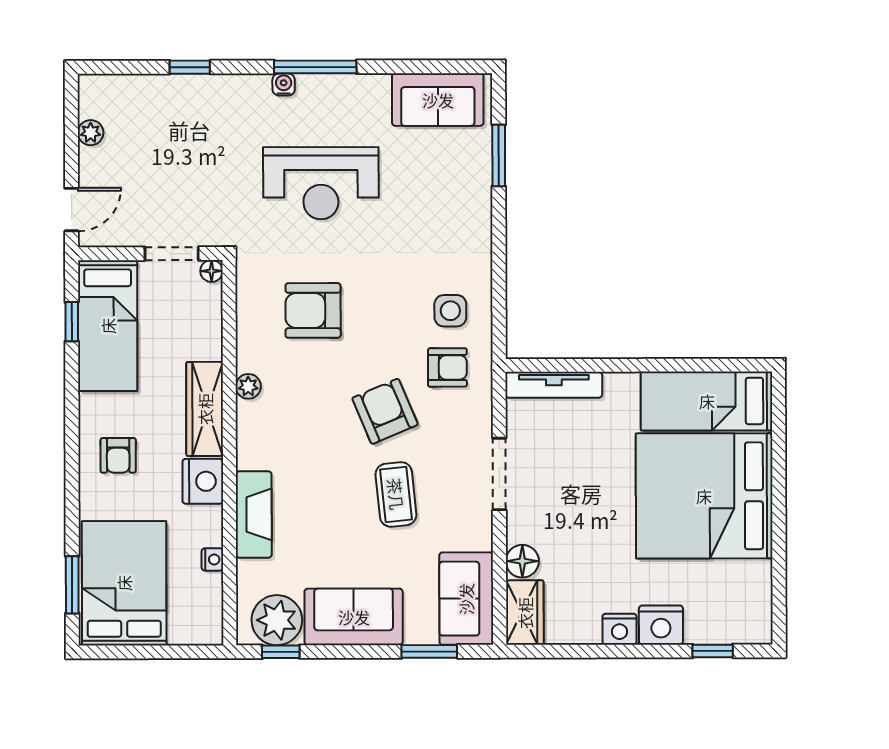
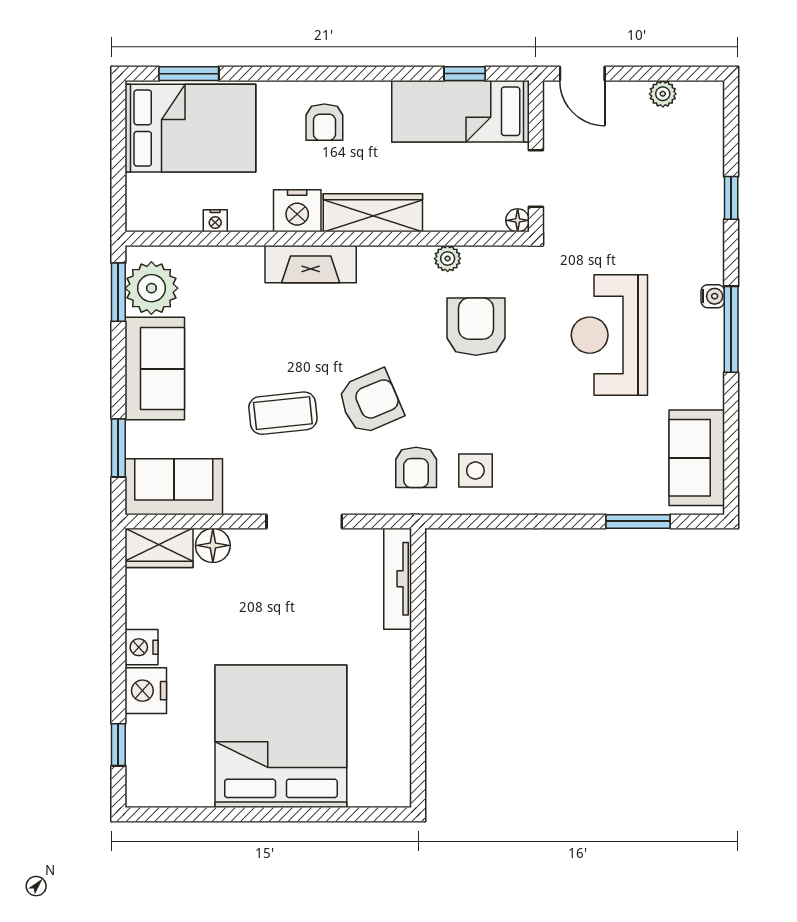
plant: (248, 386) -> (448, 259), moved
bed: (707, 401) -> (380, 739), removed
armchair: (118, 455) -> (324, 122), turned -90
fireplace: (254, 514) -> (311, 264), moved
window: (281, 652) -> (118, 292), width x1.50

